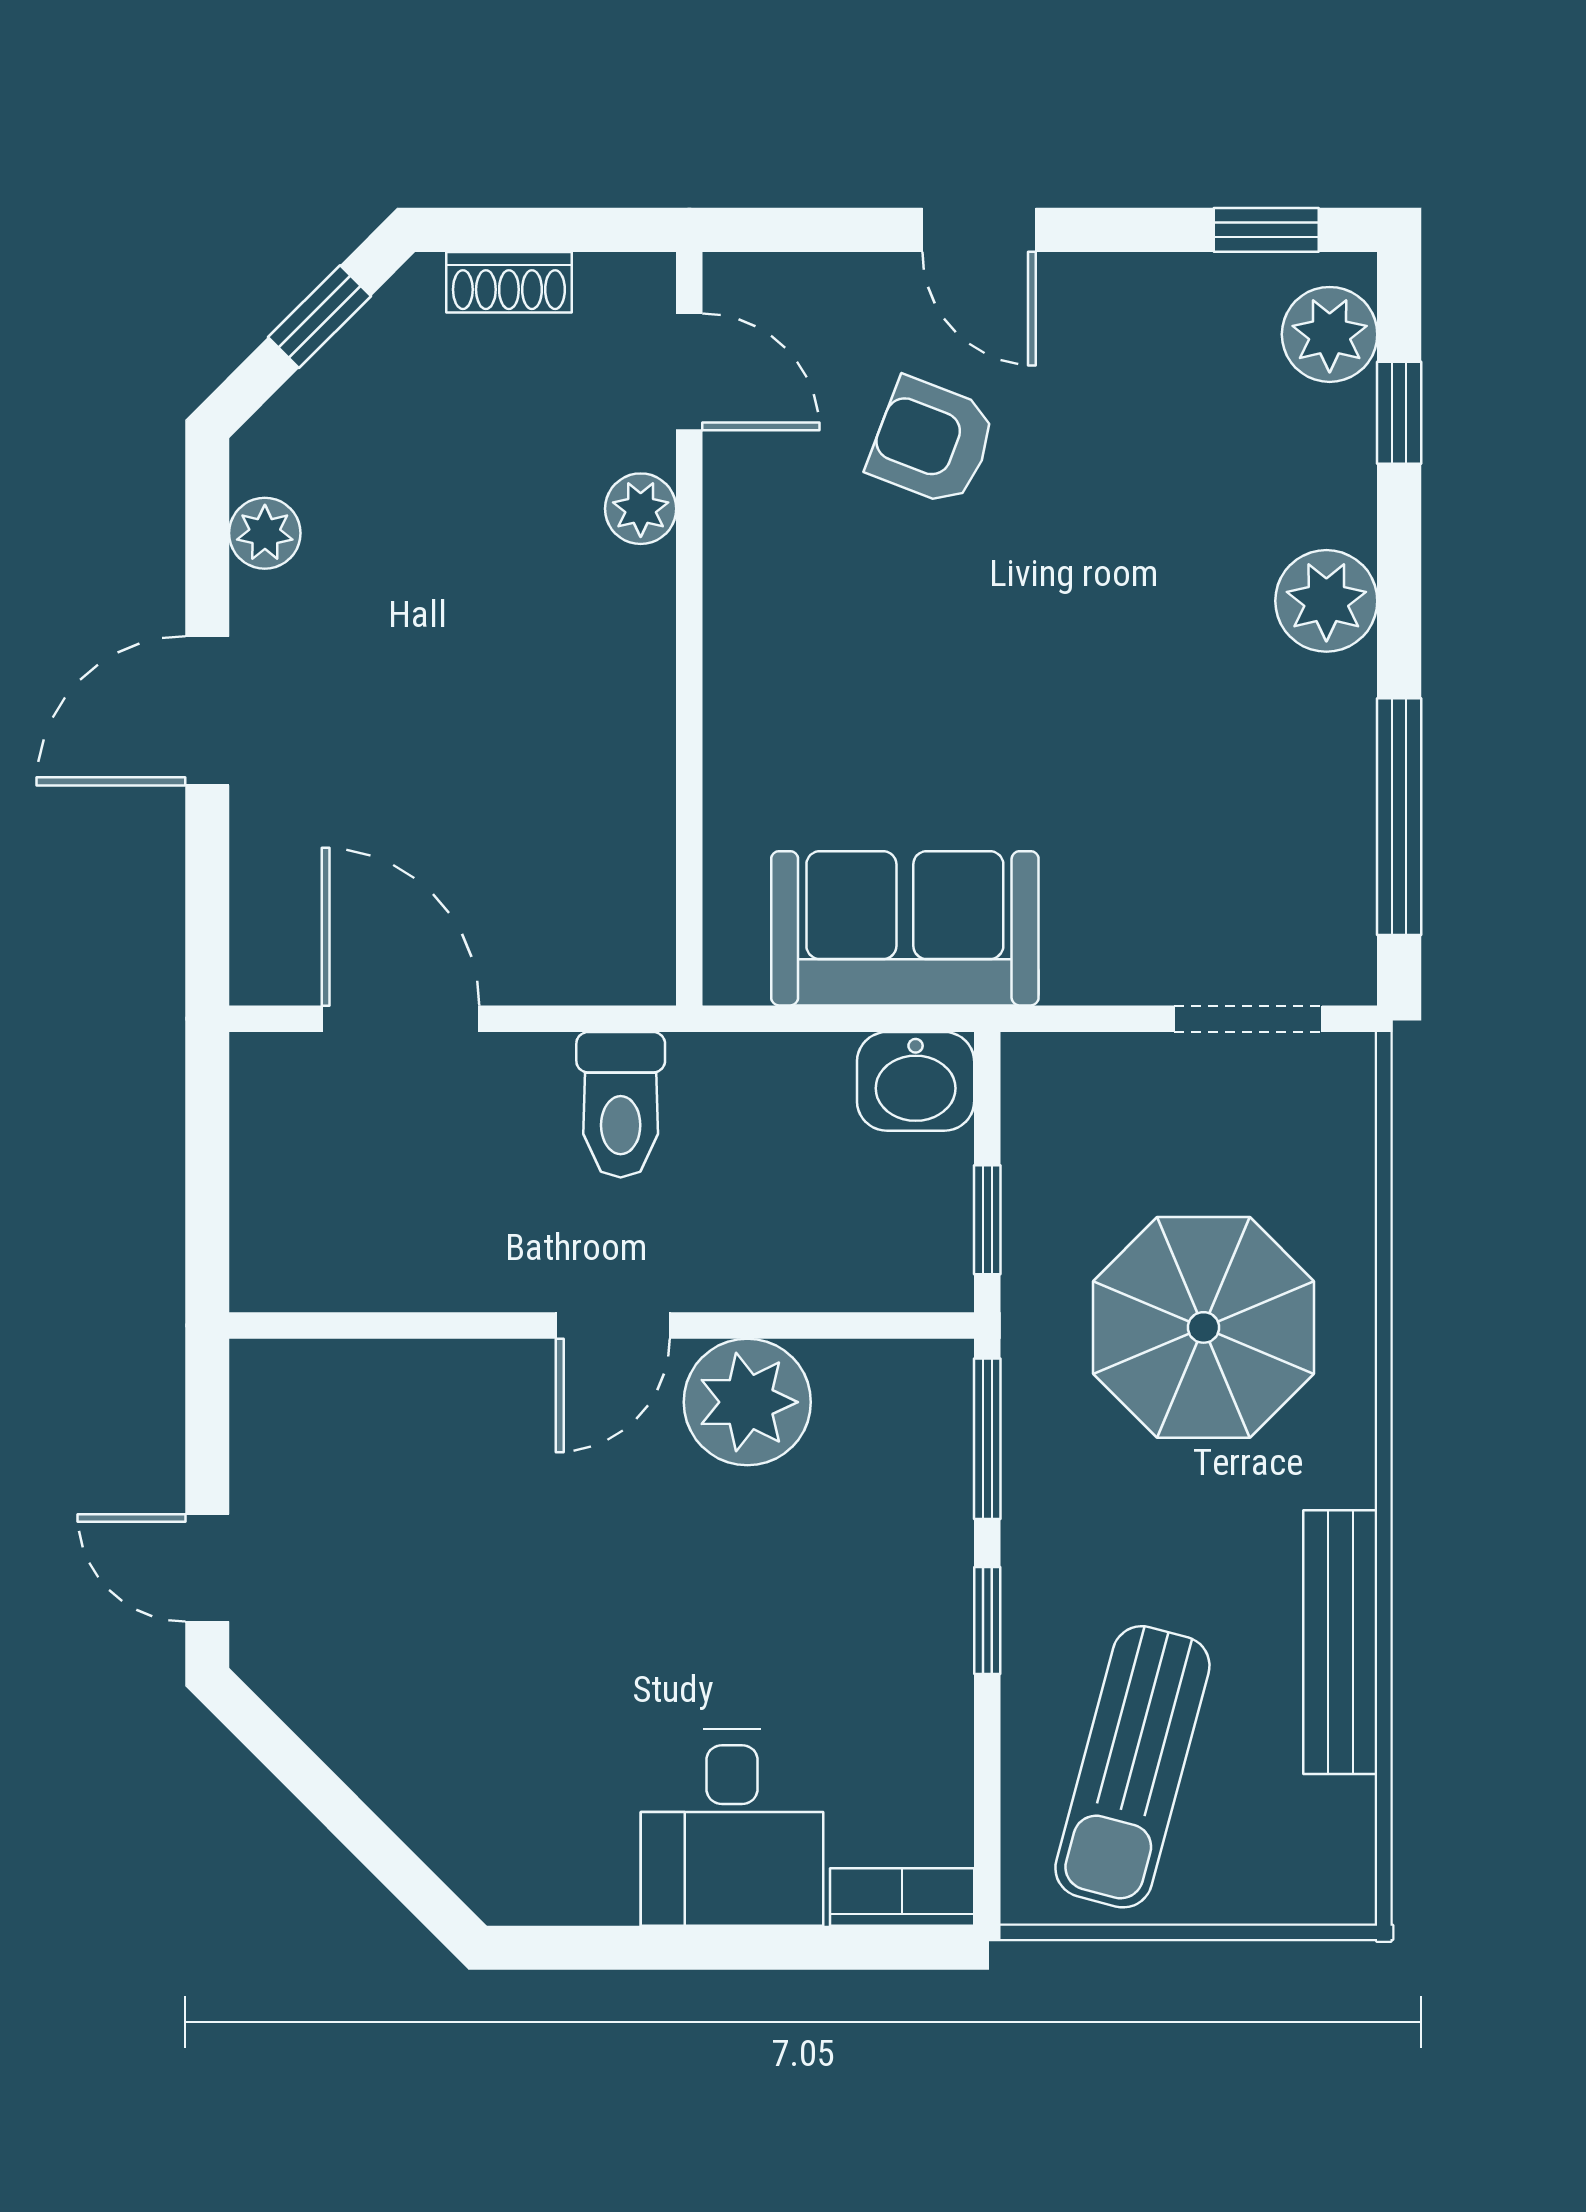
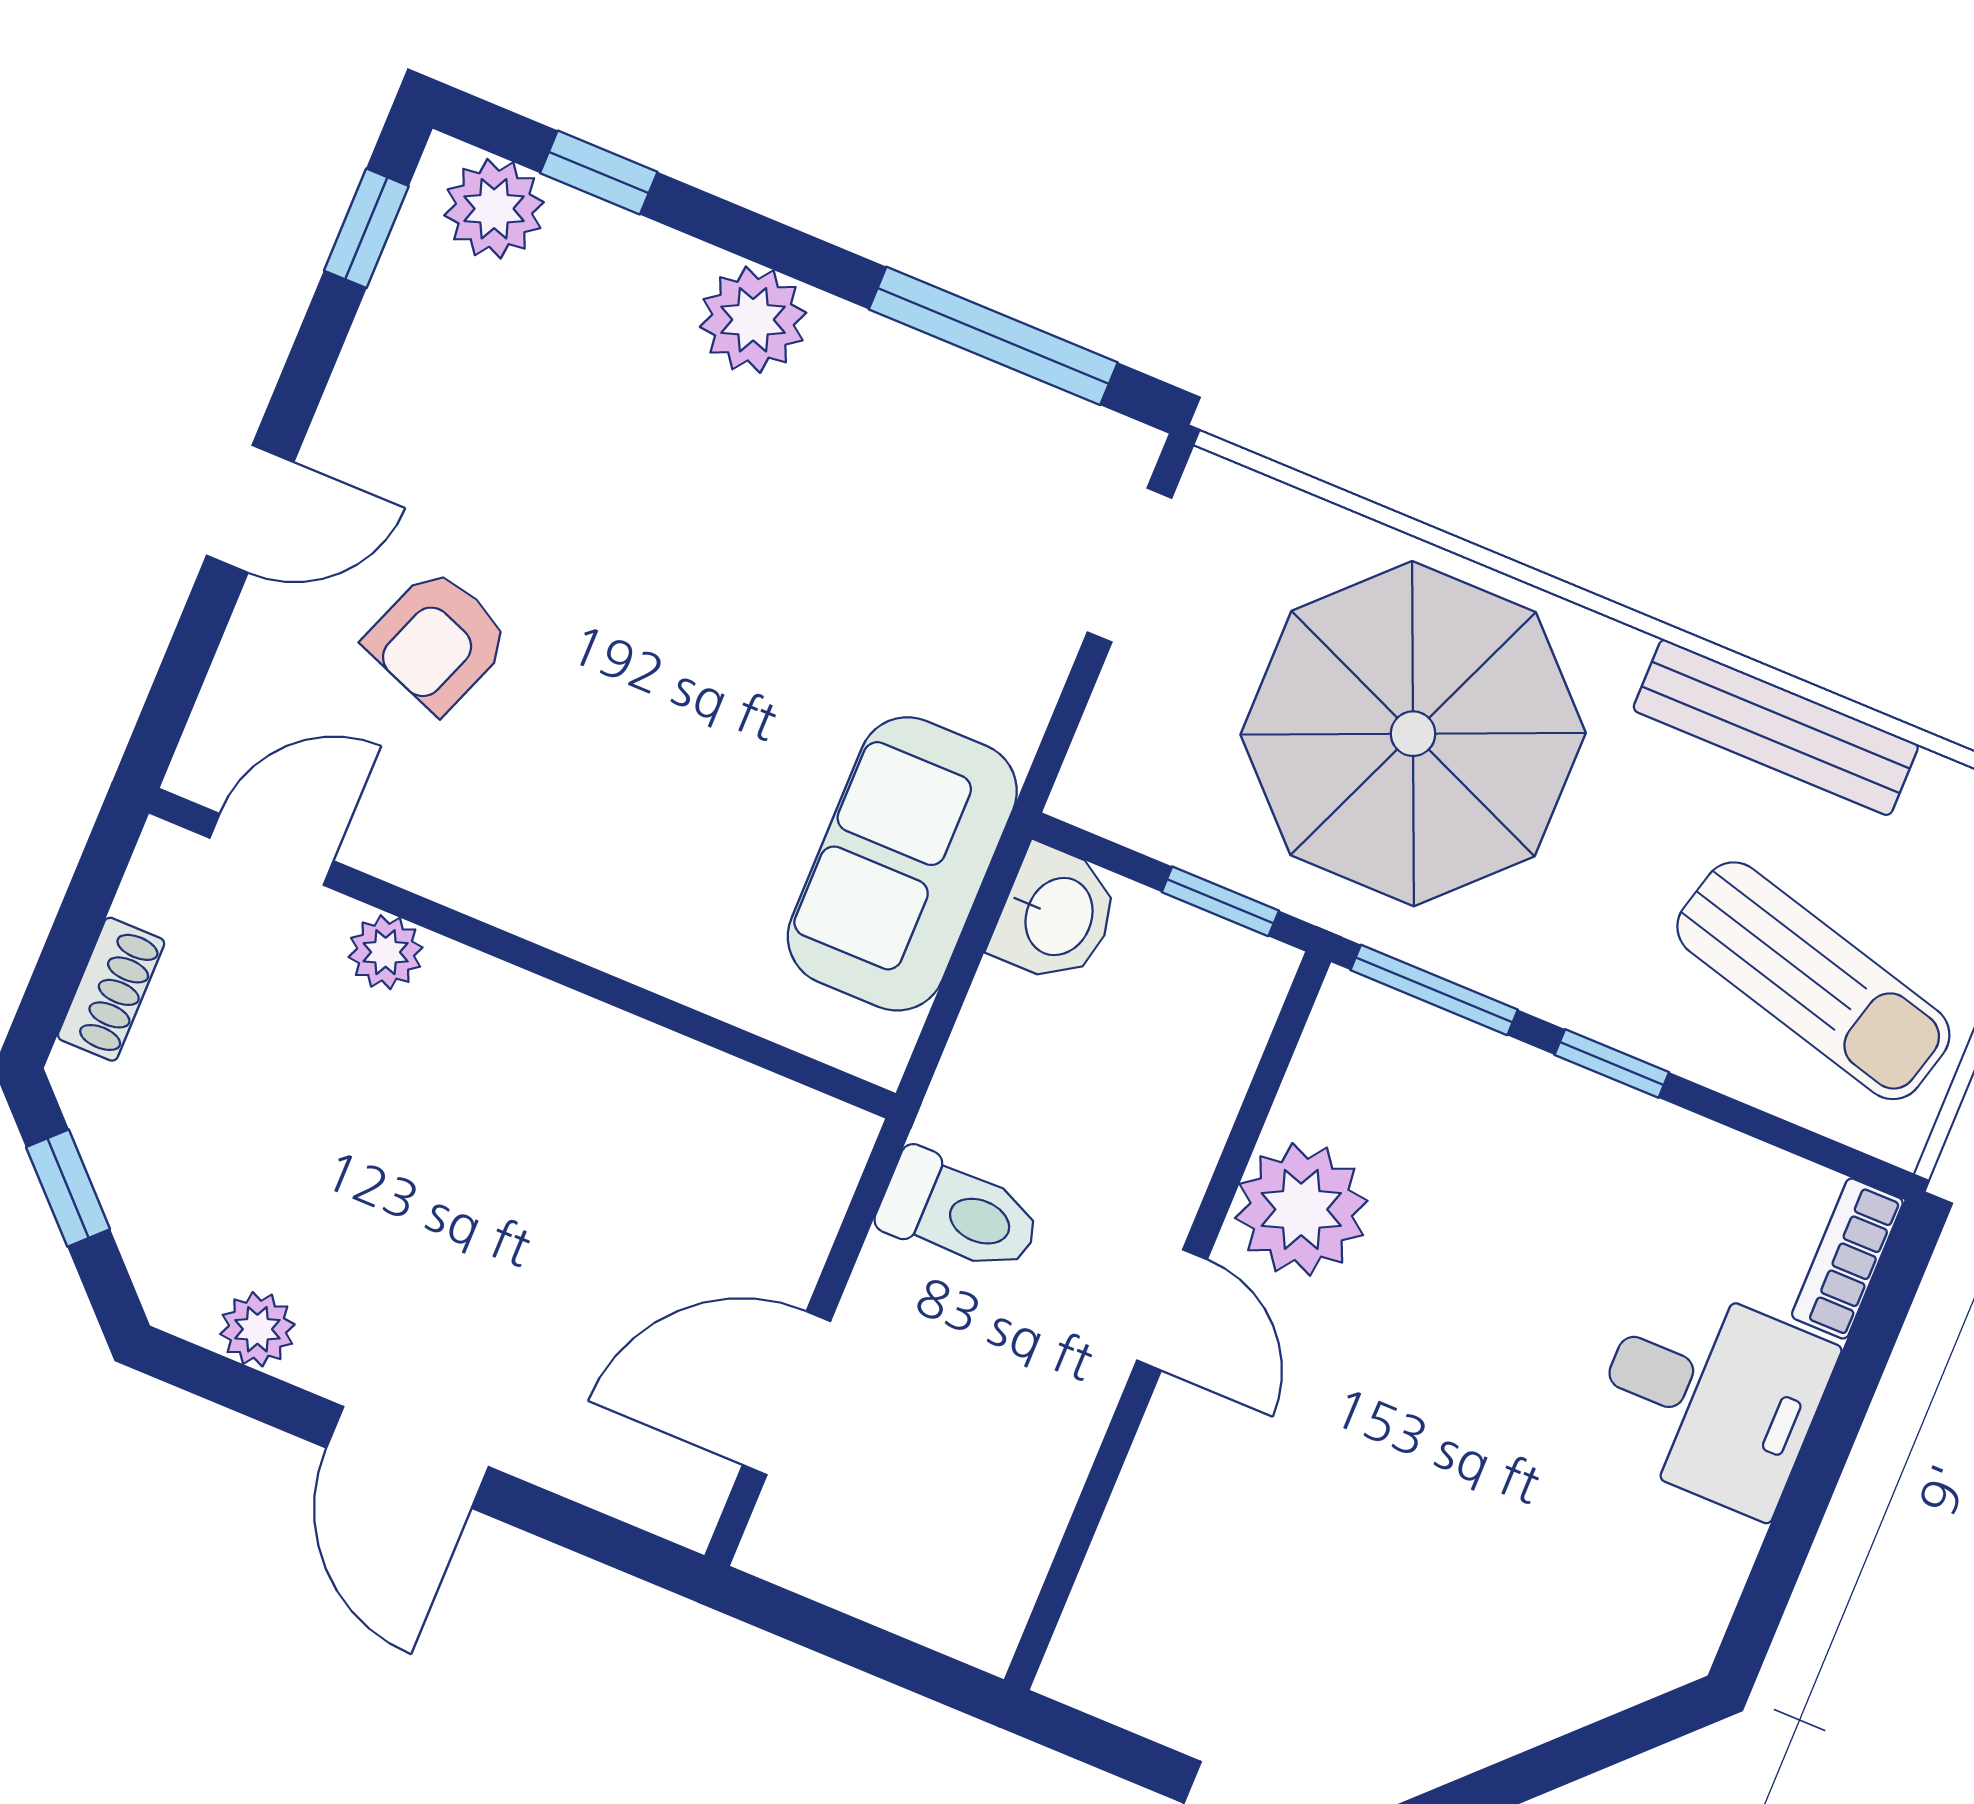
parasol: (1203, 1327) -> (1413, 734), width x1.36, depth x1.36

